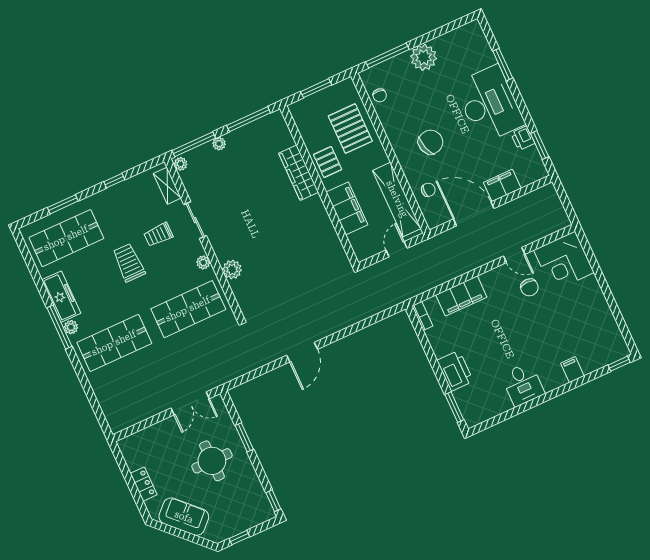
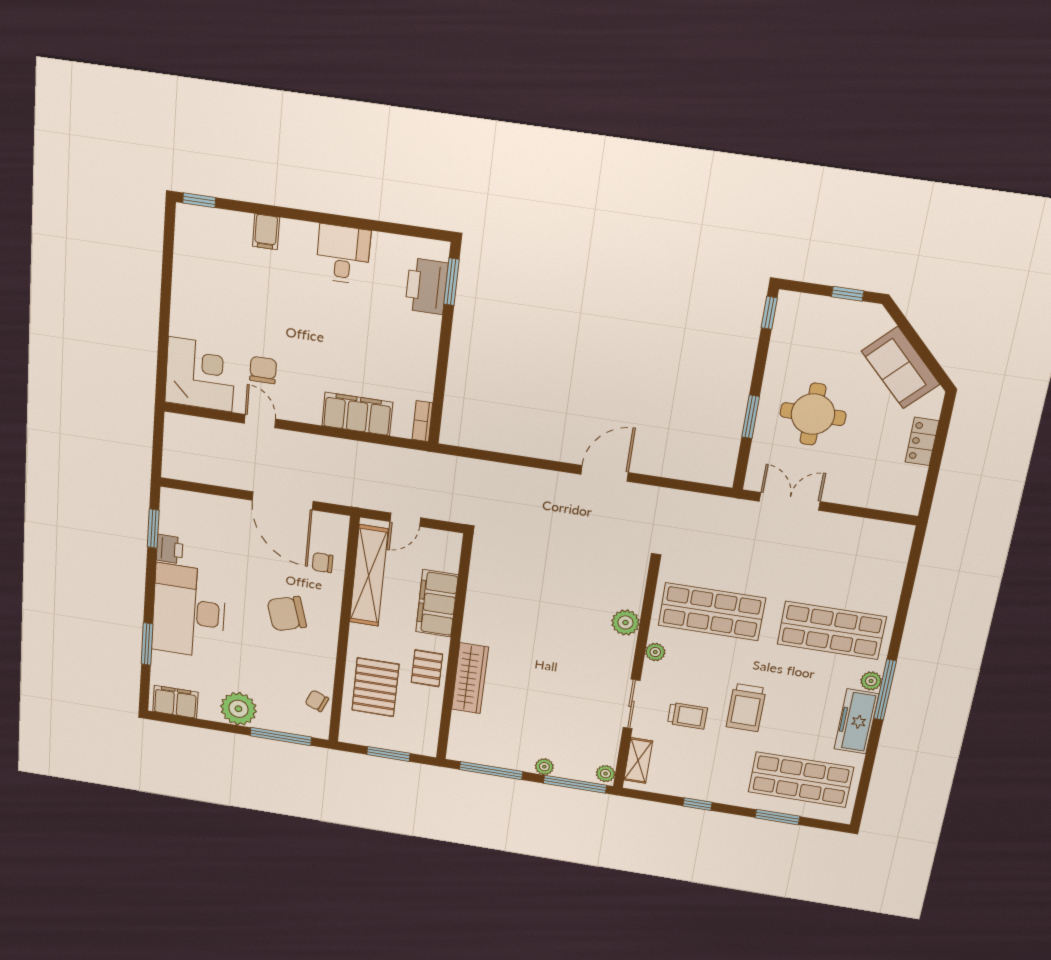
chair: (380, 95) -> (317, 701), turned -73
filing cabinet: (502, 185) -> (175, 702), moved, turned 180
printer: (455, 371) -> (427, 286), moved

